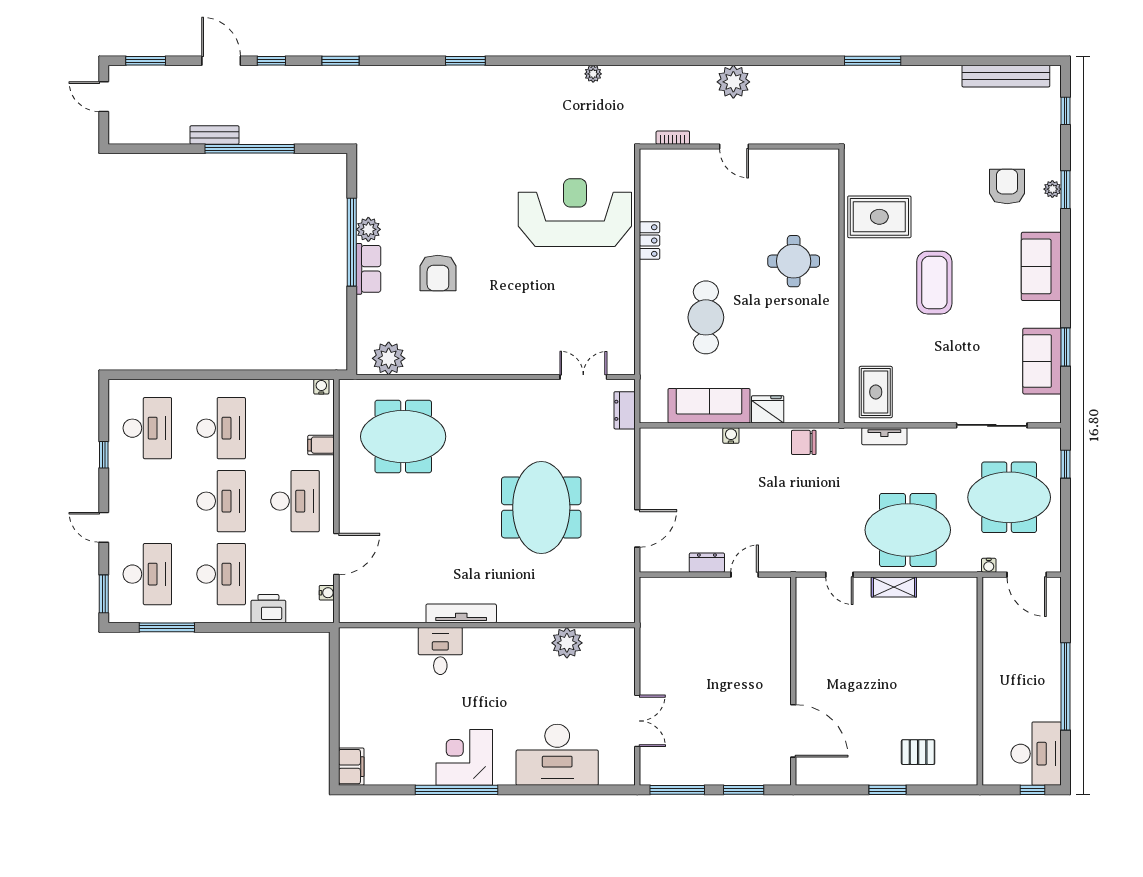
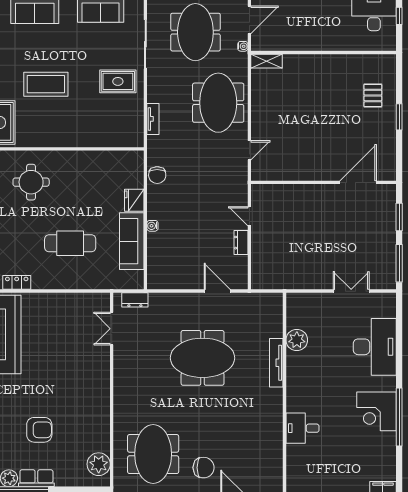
rug: (876, 392) -> (118, 81), moved
chair: (384, 509) -> (204, 468), added
shelving: (894, 587) -> (267, 61), moved, turned 90
tv unit: (461, 613) -> (276, 363), moved

